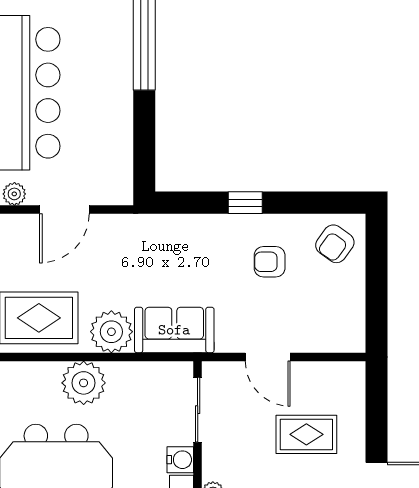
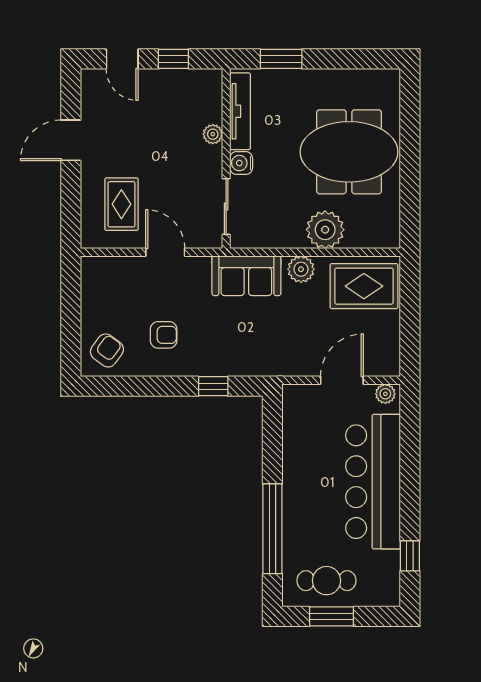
window: (245, 203) -> (213, 386), moved
plant: (111, 332) -> (301, 269), width x0.73, depth x0.73
rug: (306, 434) -> (121, 204), moved, turned 90

